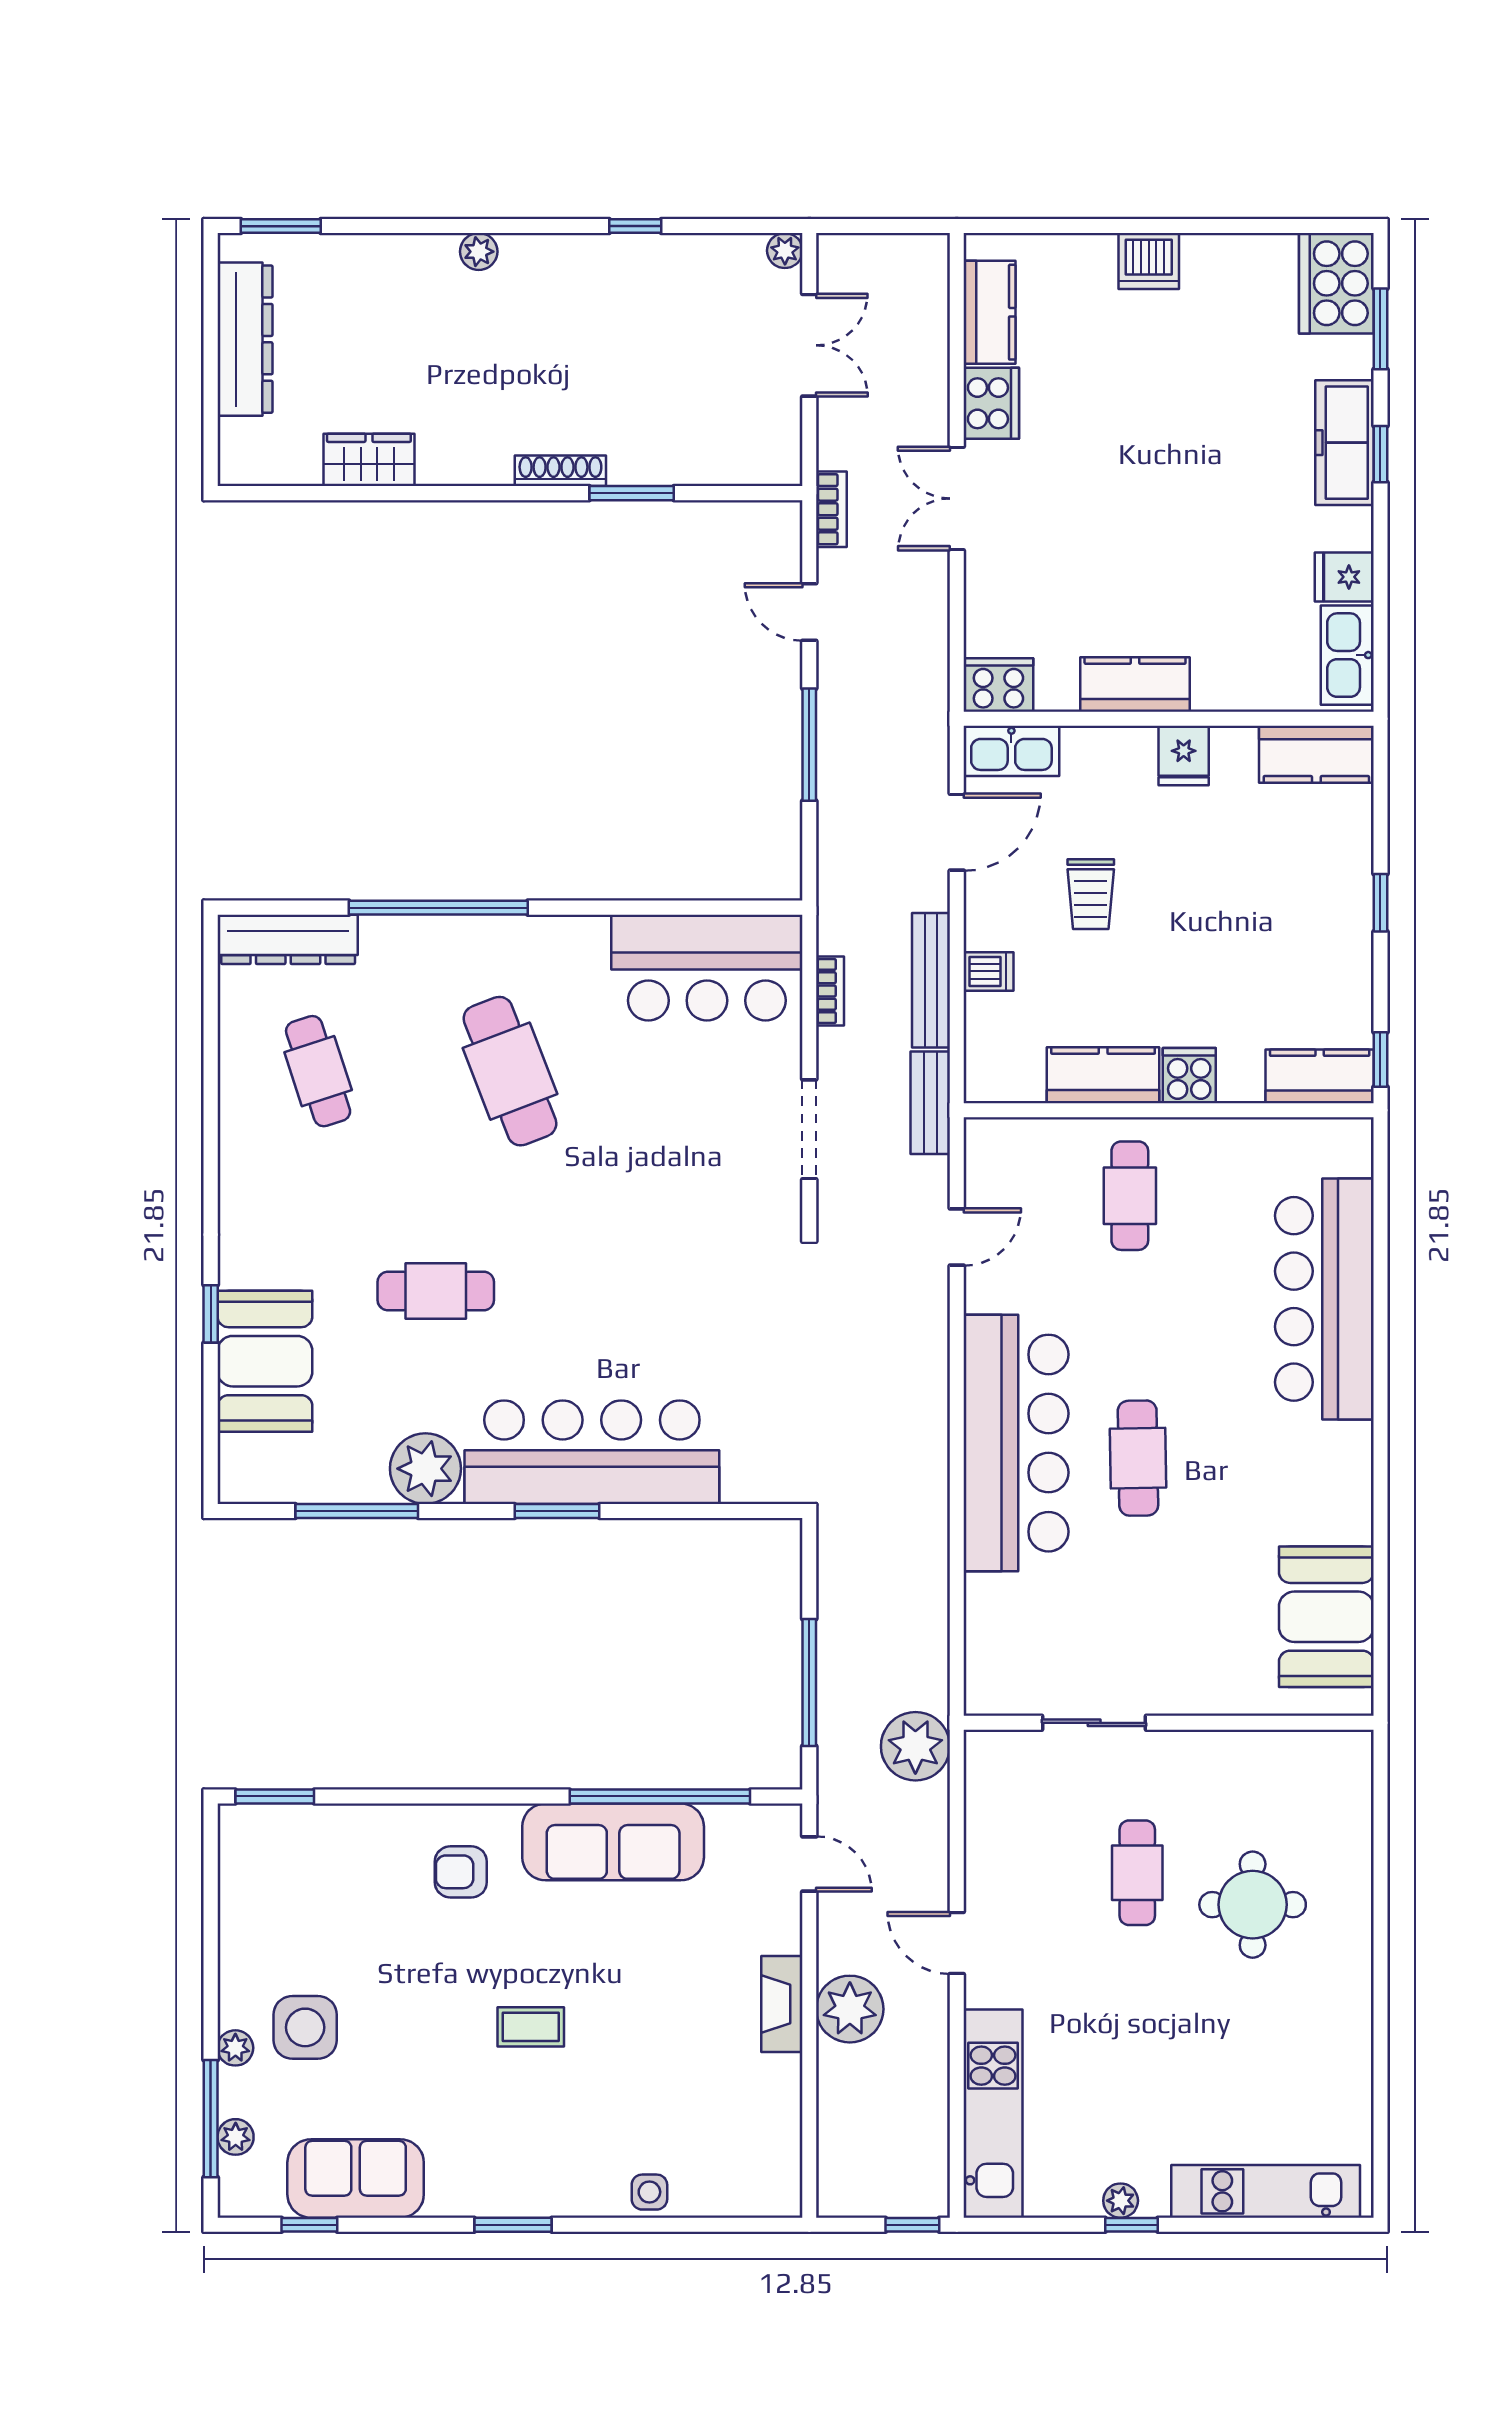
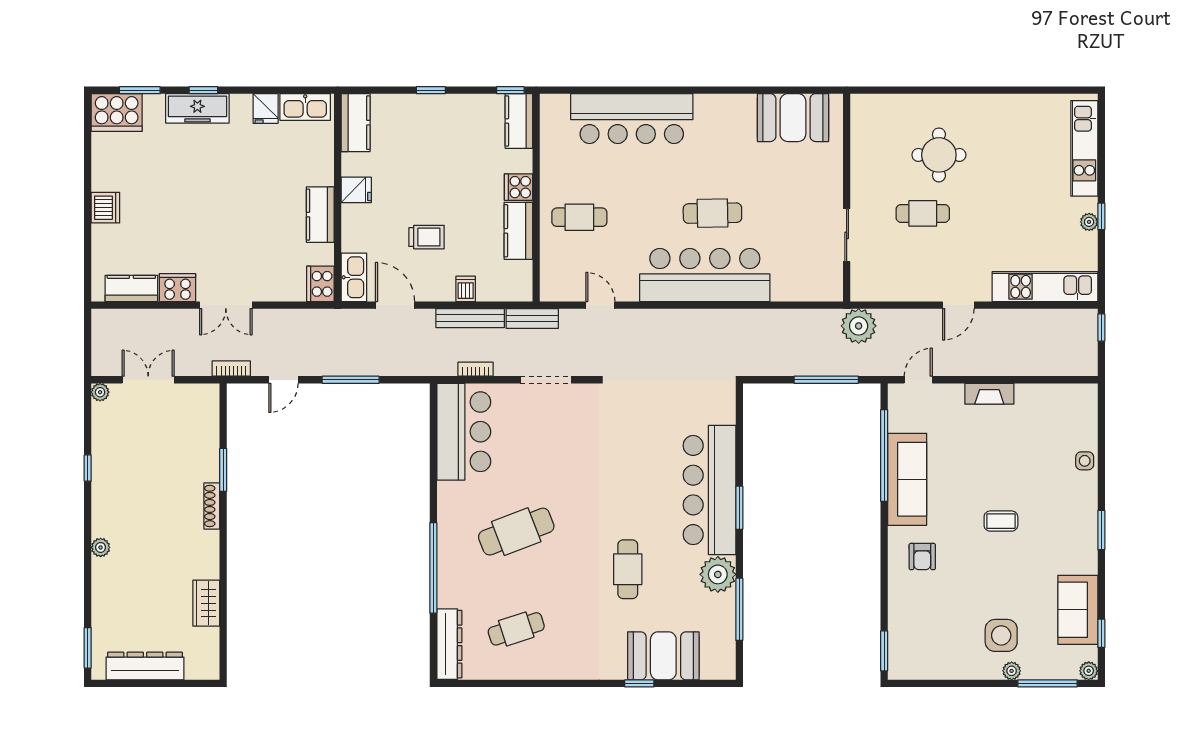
plant: (850, 2009) -> (992, 359), removed
coffee table: (531, 2027) -> (1001, 521), turned 90
plant: (236, 2137) -> (1089, 671), moved

